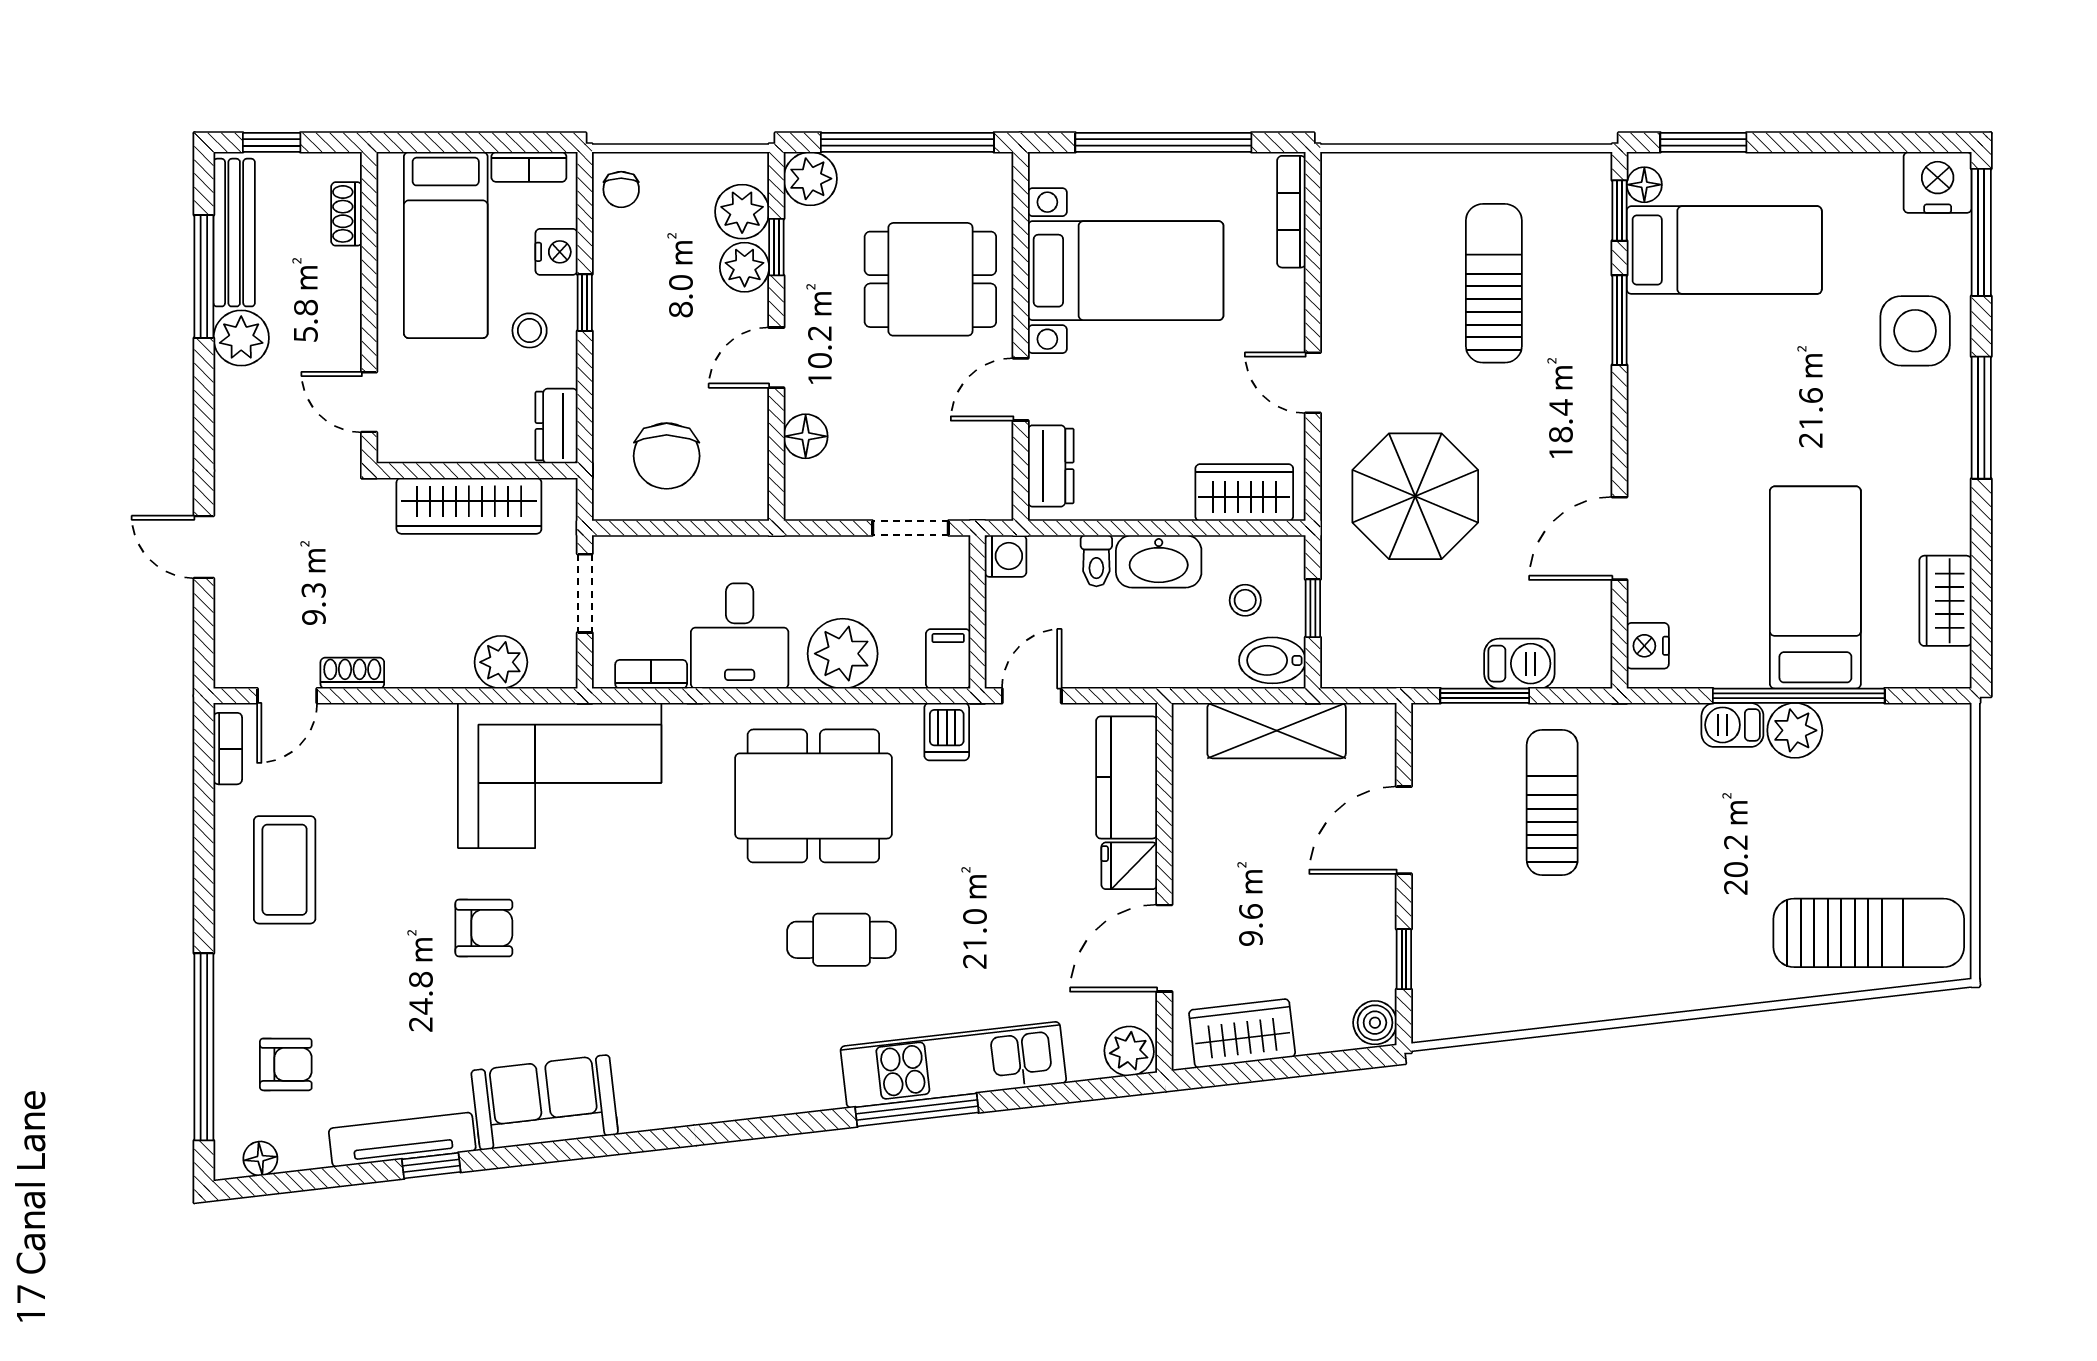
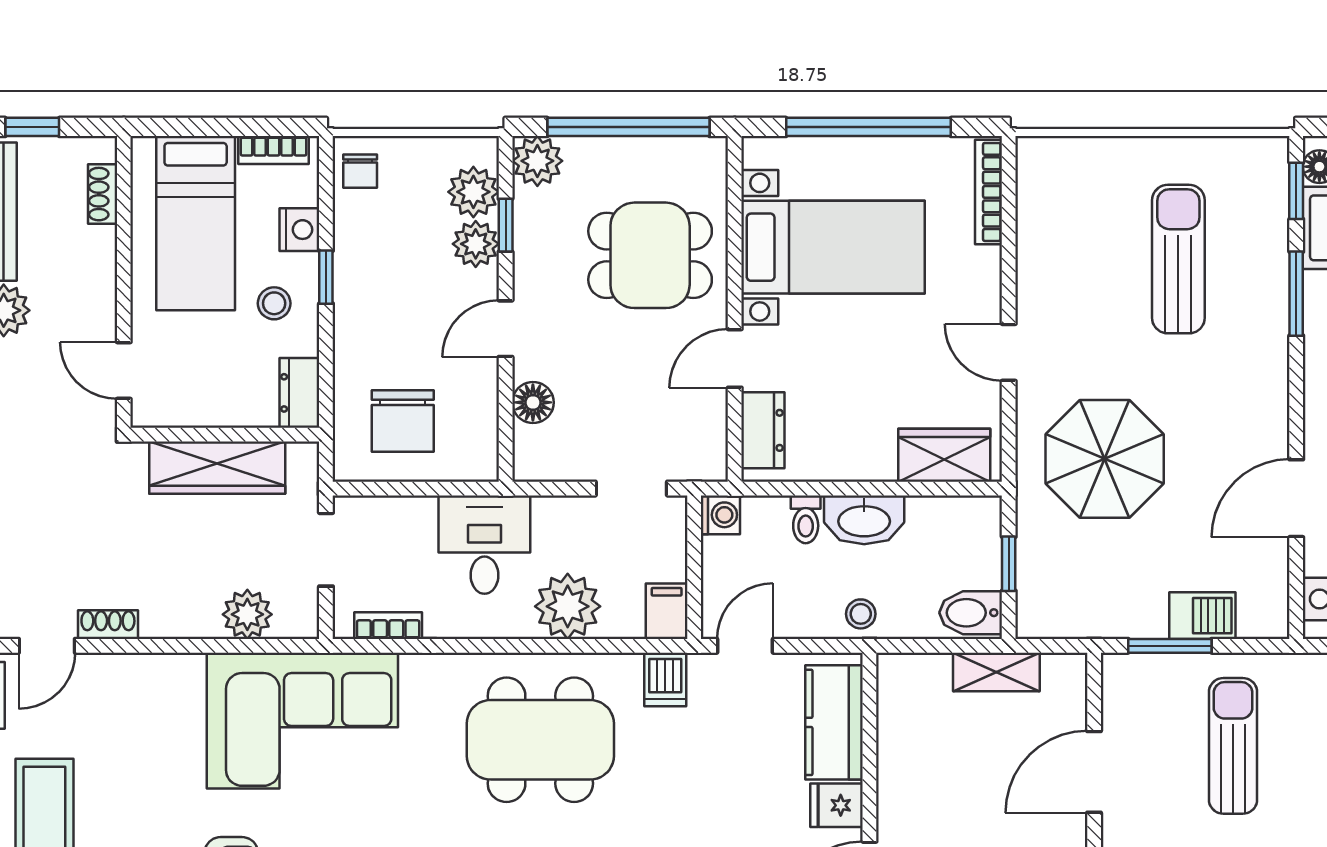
stool: (1245, 600) -> (861, 614), moved
desk: (740, 636) -> (484, 545), moved, turned 180
shelving: (1277, 731) -> (996, 672), width x0.67, depth x0.75

